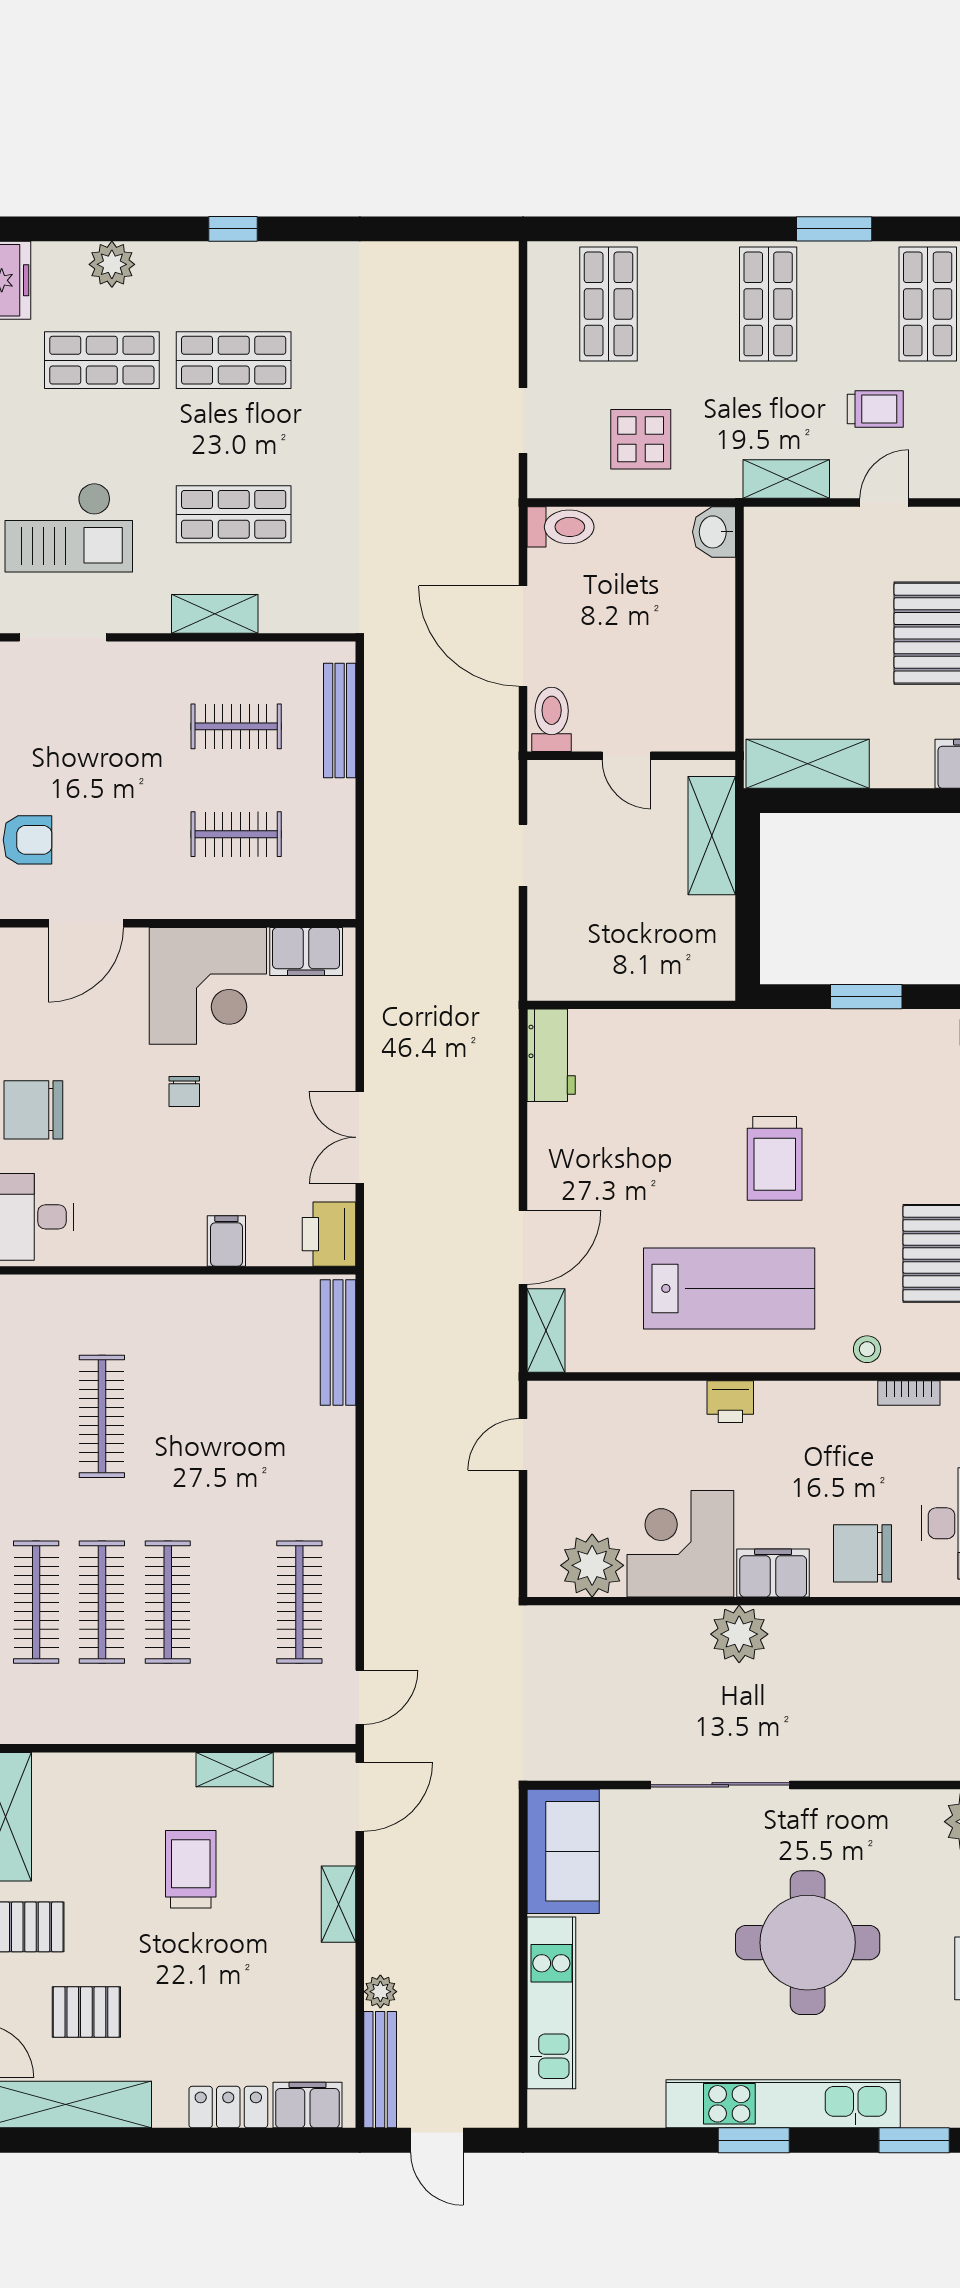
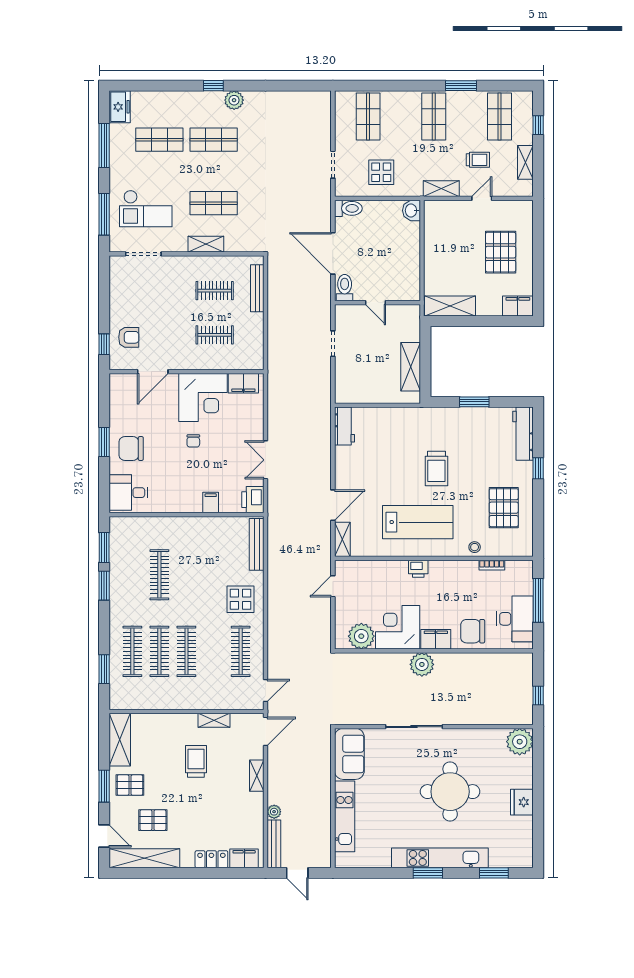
plant: (112, 264) -> (234, 100), moved
shelving: (712, 836) -> (411, 367), moved
display table: (299, 1476) -> (240, 599), added

